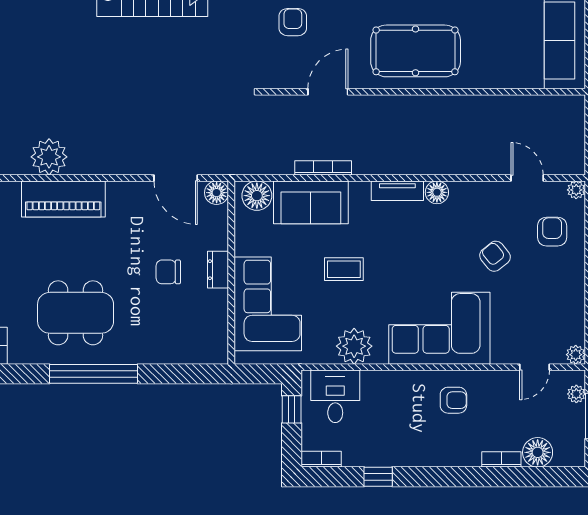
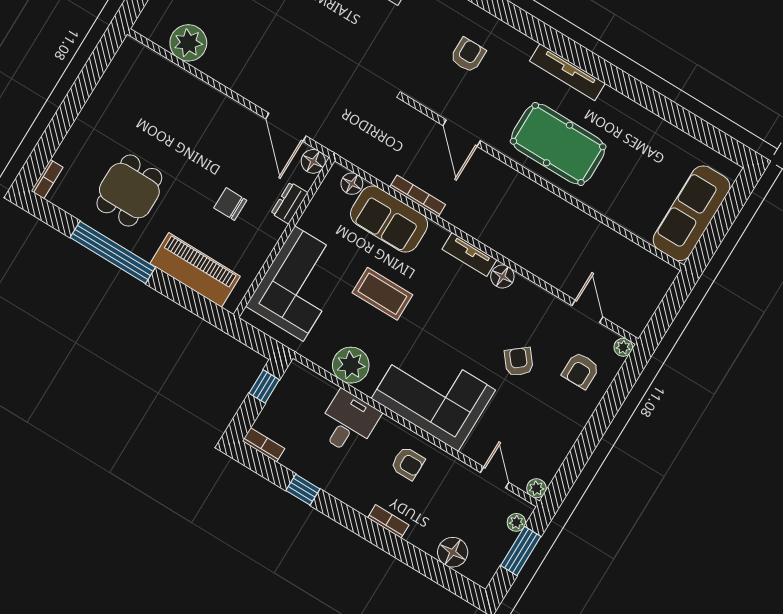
door: (328, 92) -> (462, 133), swing flipped
floor lamp: (257, 196) -> (352, 184), width x0.73, depth x0.73
piano: (63, 199) -> (195, 270), moved, turned 180
armchair: (552, 232) -> (581, 370), turned 180
coffee table: (344, 269) -> (382, 294), width x1.36, depth x1.30
dresser: (218, 270) -> (289, 203), moved
dining table: (76, 313) -> (129, 191), width x0.73
door: (535, 367) -> (495, 477), swing flipped
desk: (335, 396) -> (348, 423), moved
bookcase: (501, 459) -> (388, 521), moved

